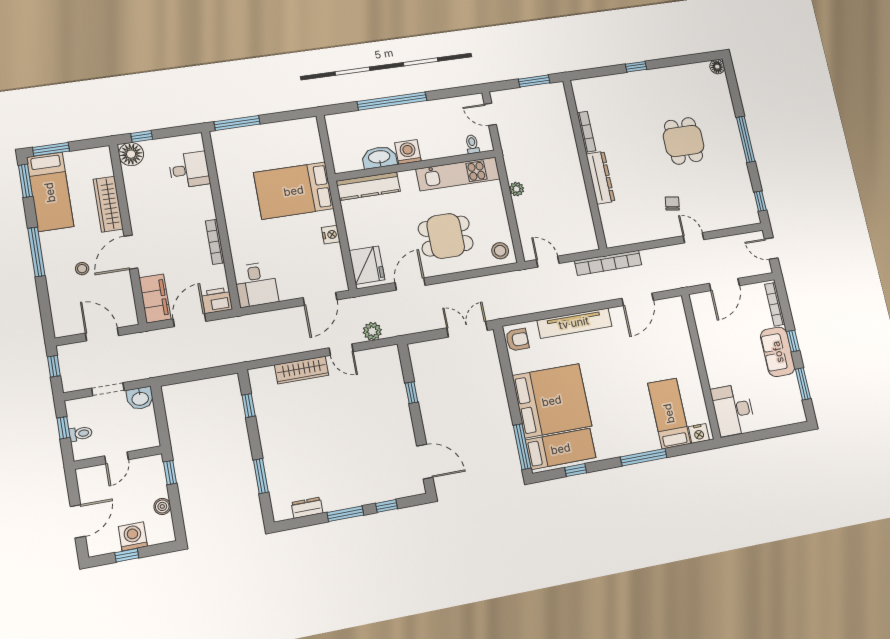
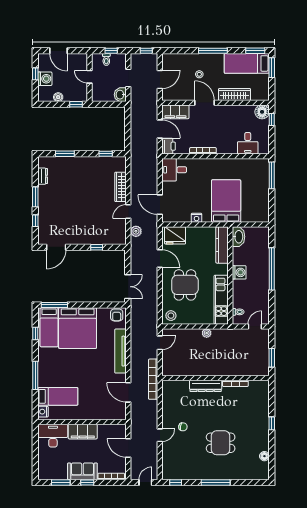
floor lamp: (717, 67) -> (264, 456), moved
washbasin: (379, 157) -> (238, 237), moved
filing cabinet: (716, 362) -> (83, 432), added

